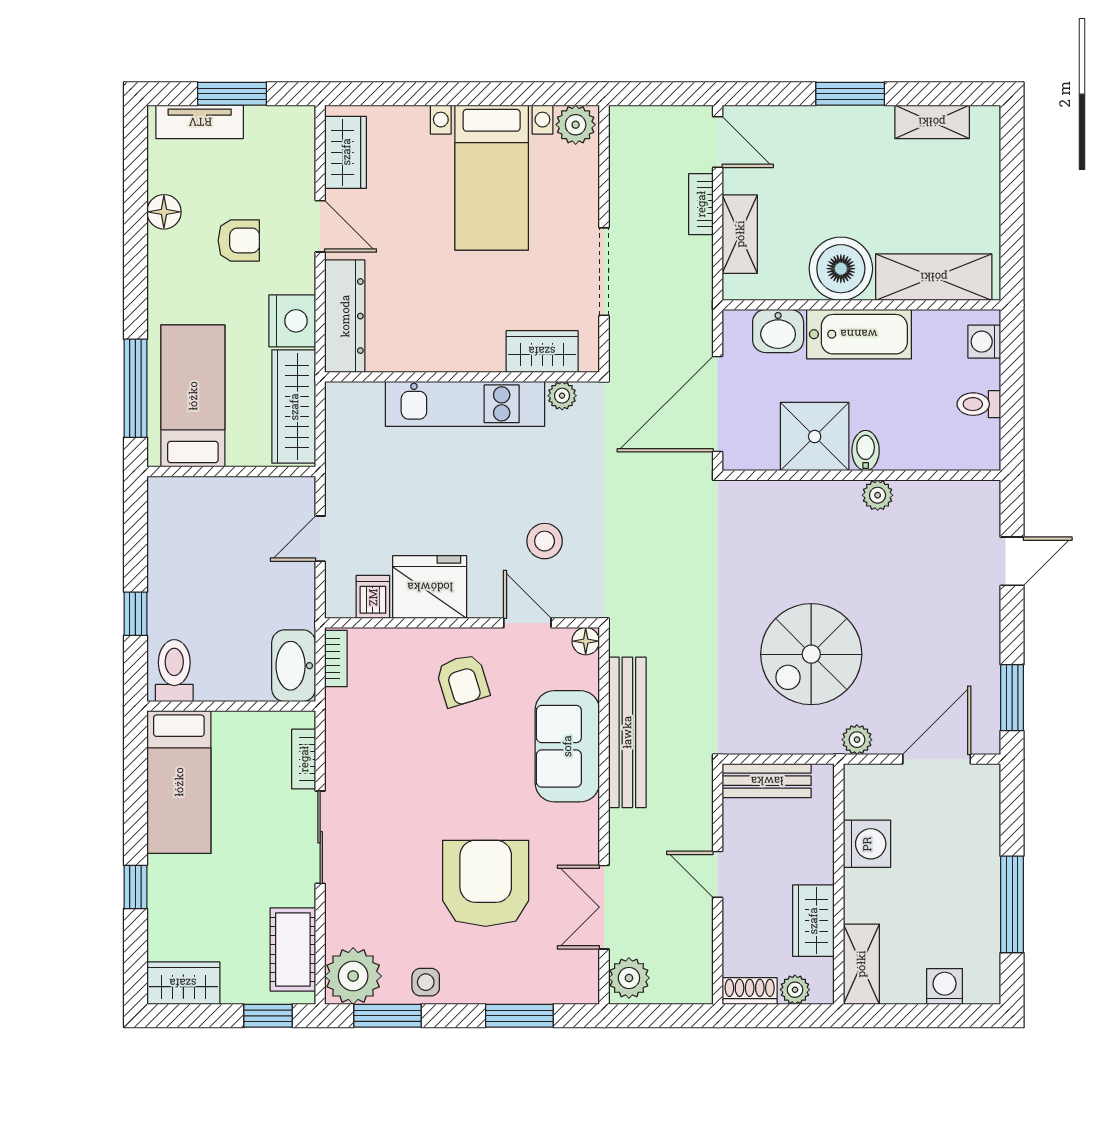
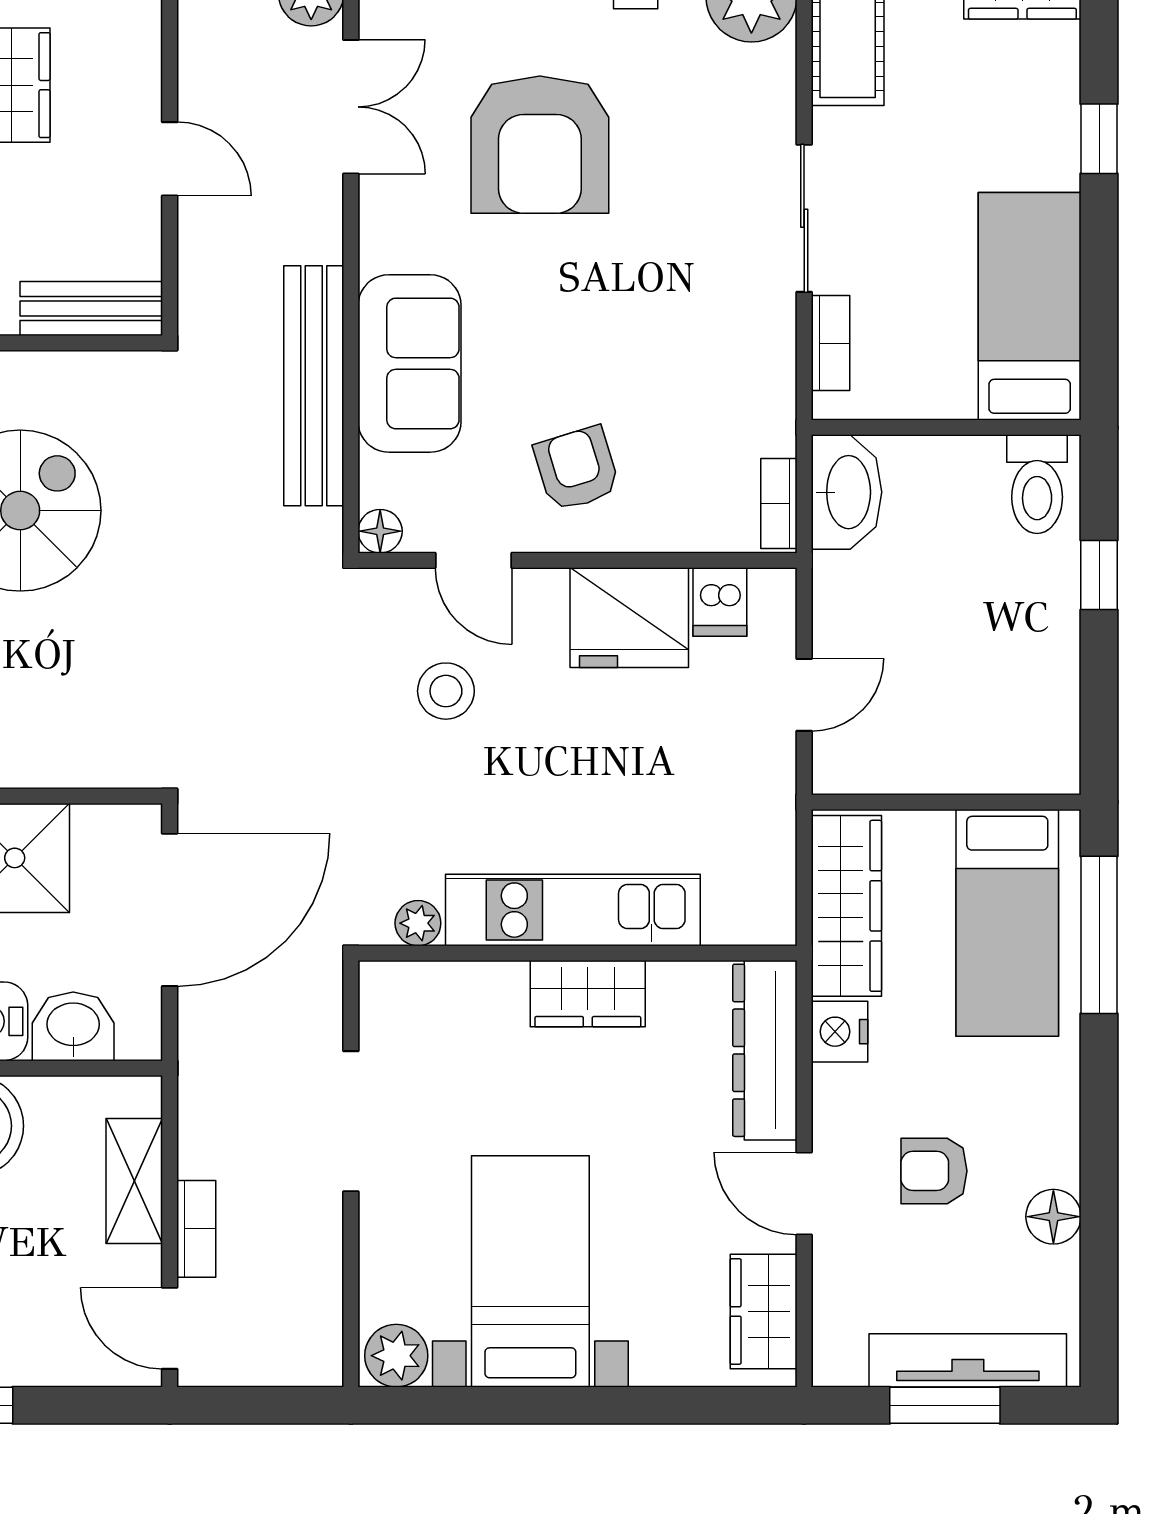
tv unit: (200, 122) -> (968, 1360), width x1.41
nightstand: (292, 321) -> (840, 1032), width x0.74, depth x0.75
wardrobe: (542, 351) -> (588, 994), moved

